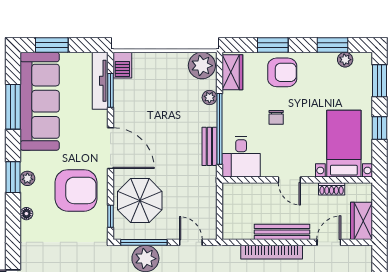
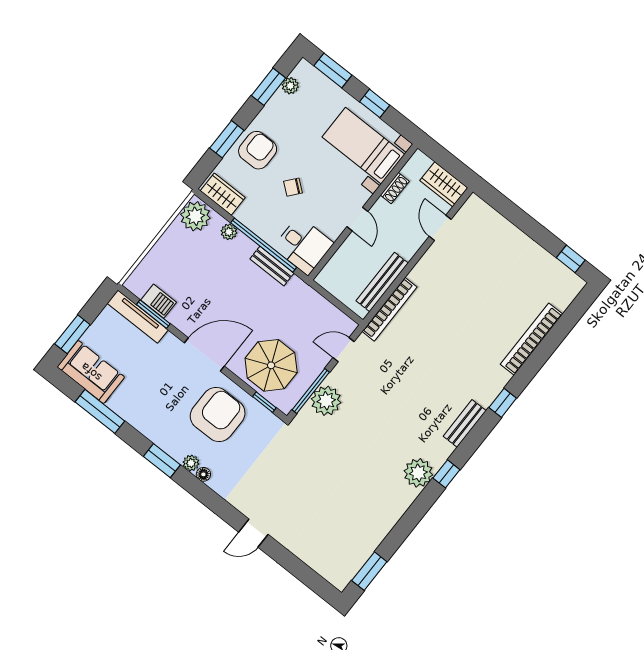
barbecue: (122, 65) -> (159, 301), moved
sofa: (40, 101) -> (91, 372), width x0.54, depth x0.79
chair: (276, 117) -> (293, 187), turned 129
plant: (27, 178) -> (191, 463), moved
door: (289, 180) -> (357, 219), hinge flipped
bench: (282, 232) -> (382, 282), moved
bookcase: (272, 252) -> (389, 309), moved

